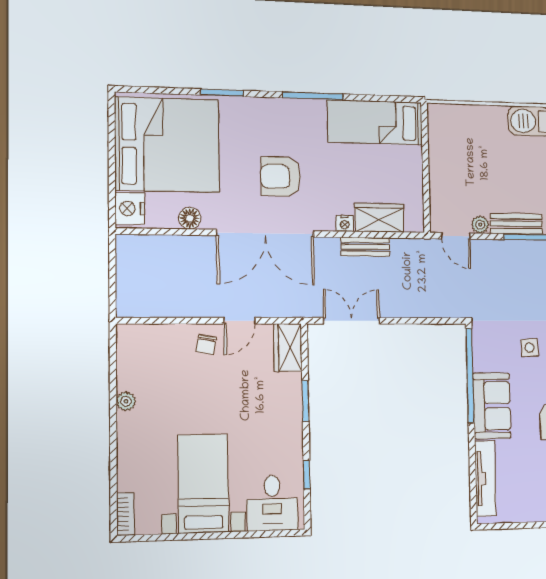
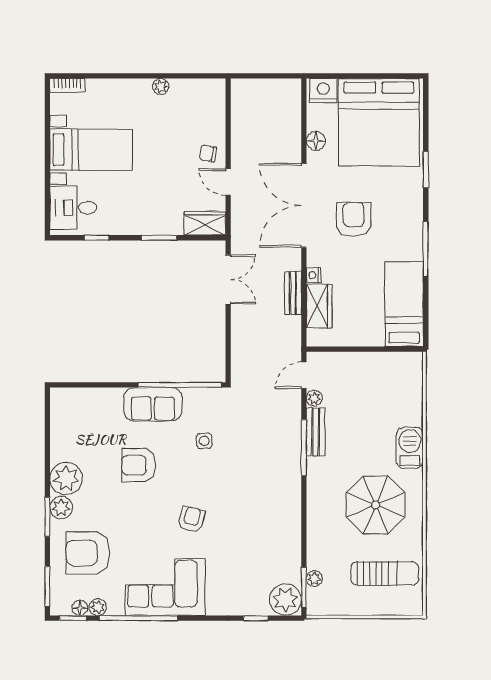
tv unit: (485, 478) -> (89, 396), removed

